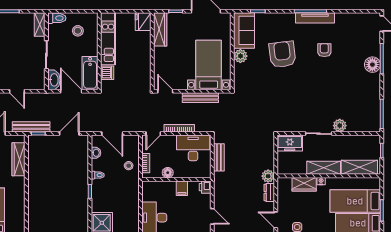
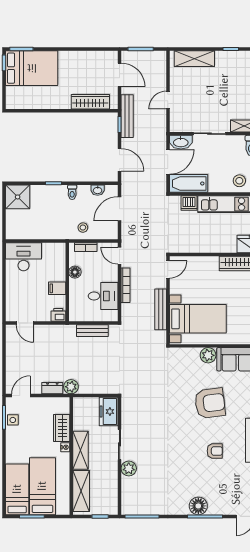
stool: (78, 31) -> (239, 181), moved
desk: (193, 148) -> (103, 296), width x0.73
door: (212, 216) -> (25, 323), hinge flipped

